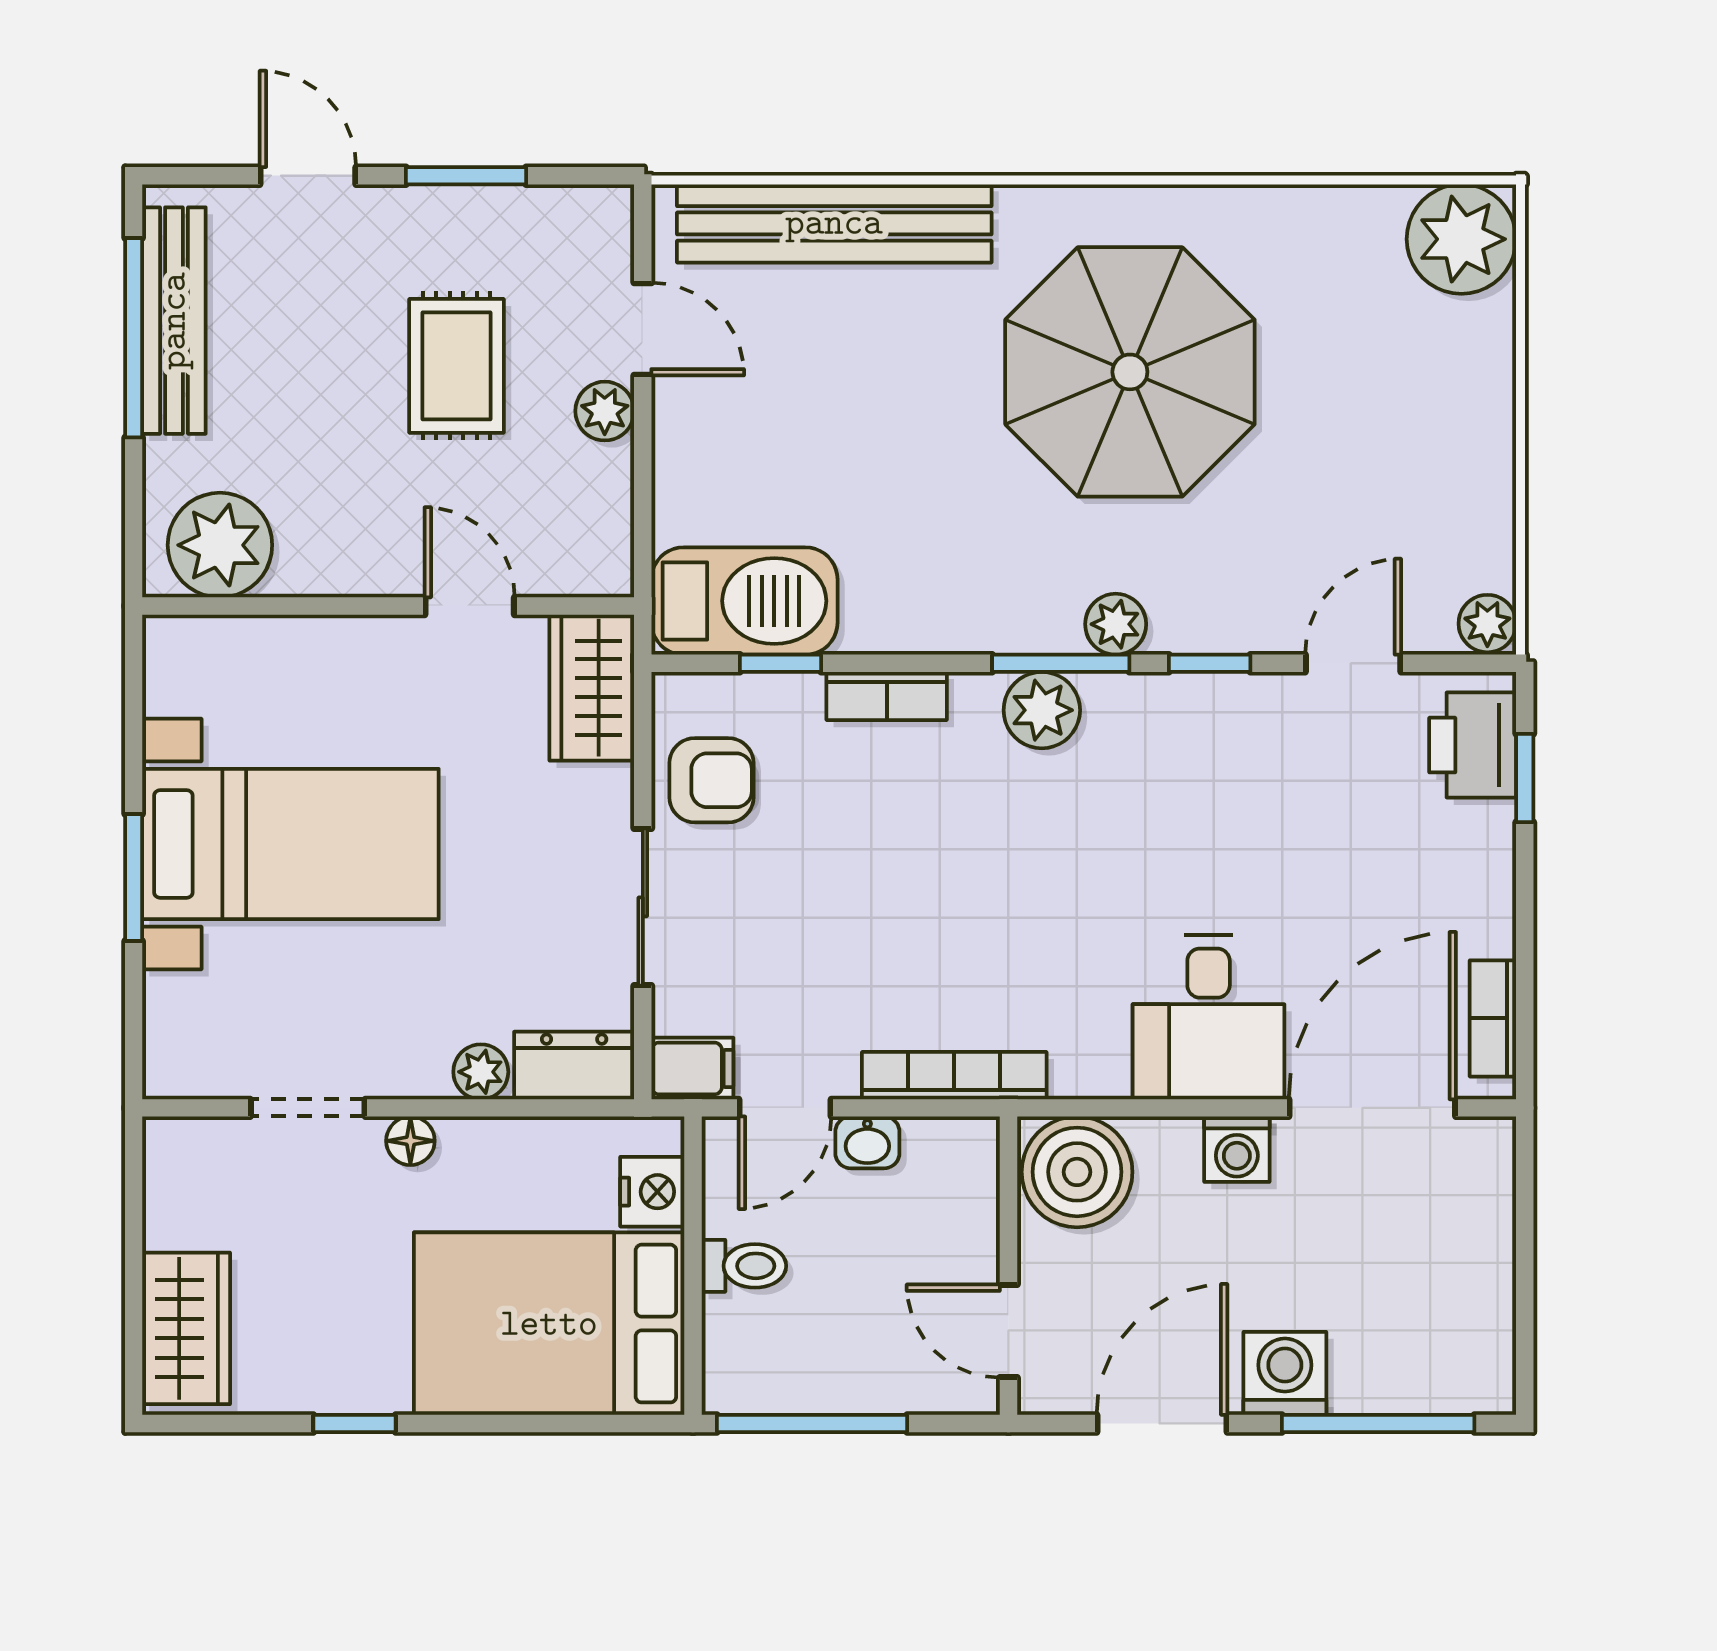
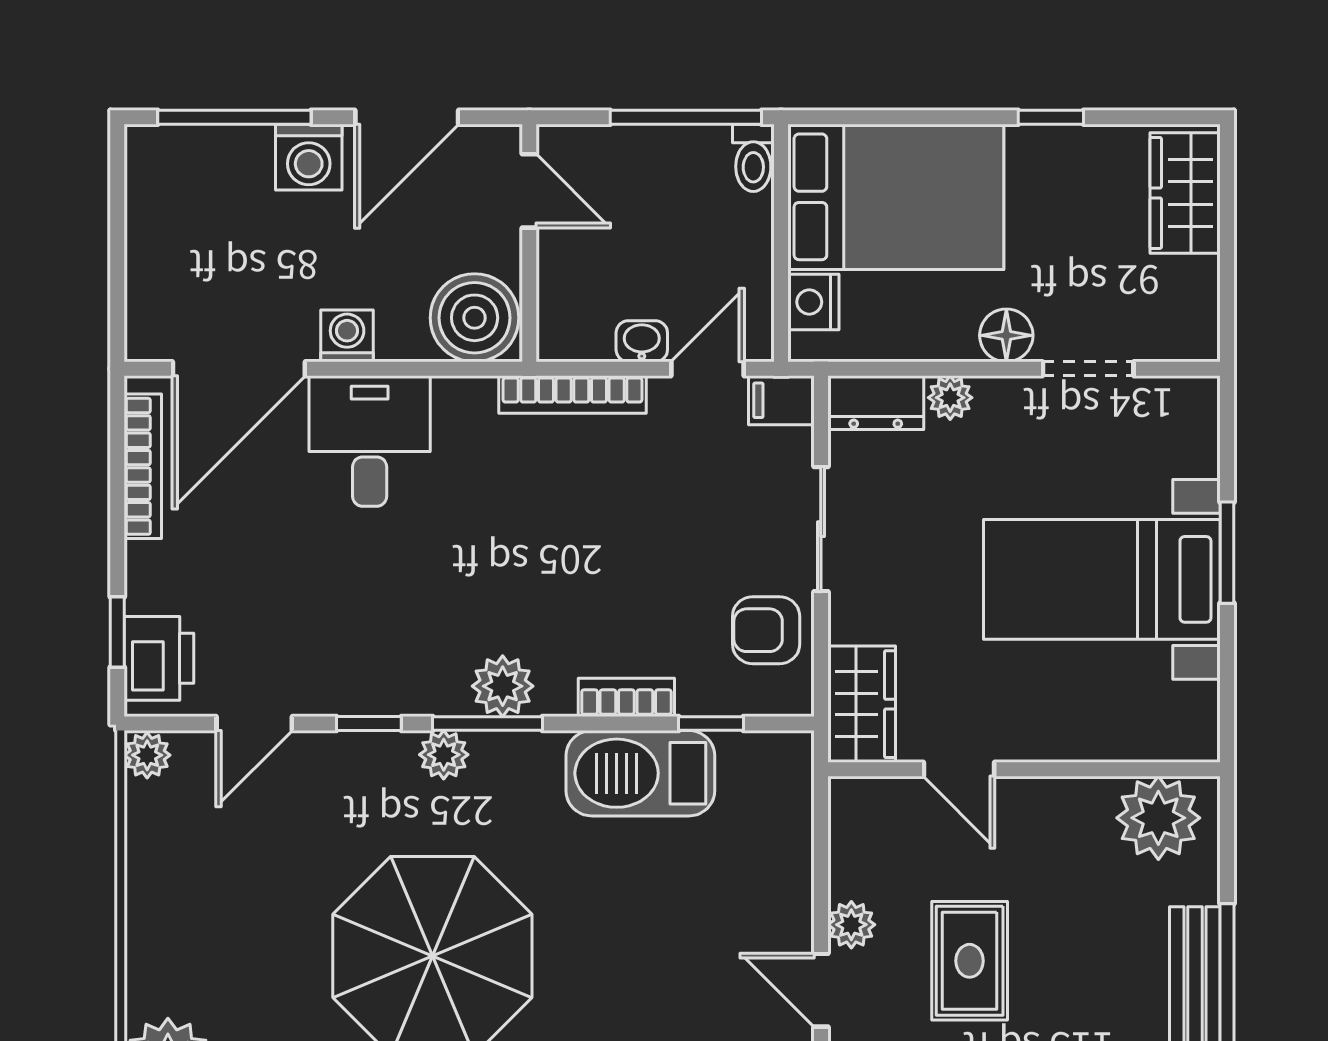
barbecue: (744, 601) -> (640, 773), moved
bookcase: (1493, 1018) -> (143, 466), width x1.56
floor lamp: (410, 1141) -> (1006, 335), width x1.37, depth x1.37
toilet: (744, 1266) -> (753, 158), moved, turned -90

